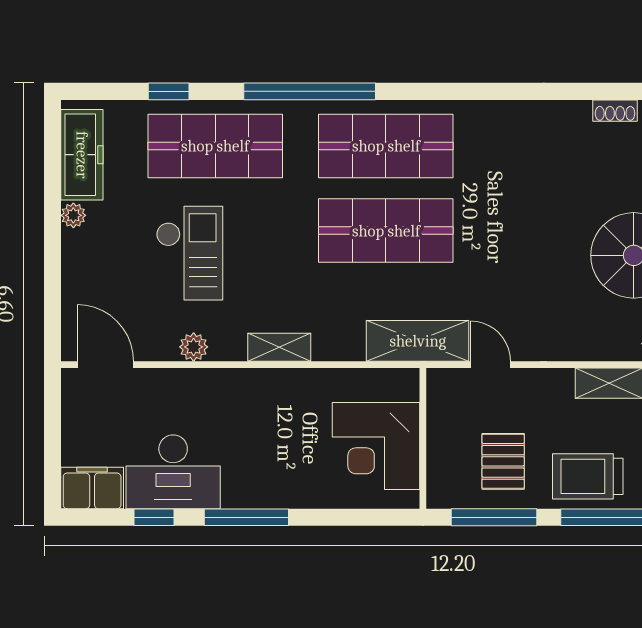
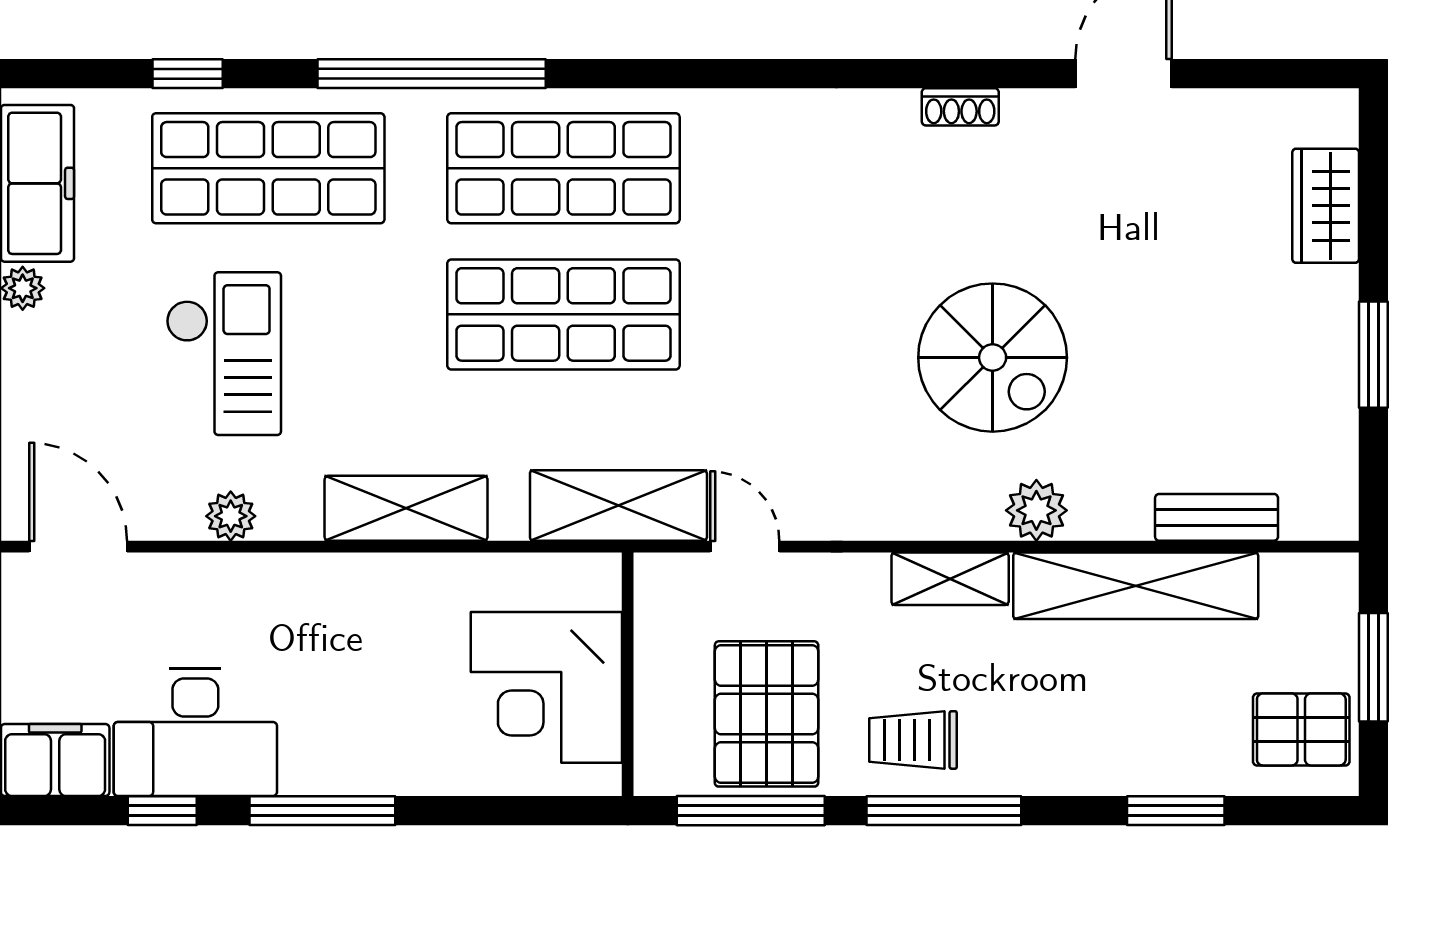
shelving: (279, 347) -> (406, 508), width x1.50, depth x1.33
pallet: (503, 461) -> (767, 714), width x1.50, depth x1.42
trolley: (588, 476) -> (913, 740), width x0.73, depth x0.72

